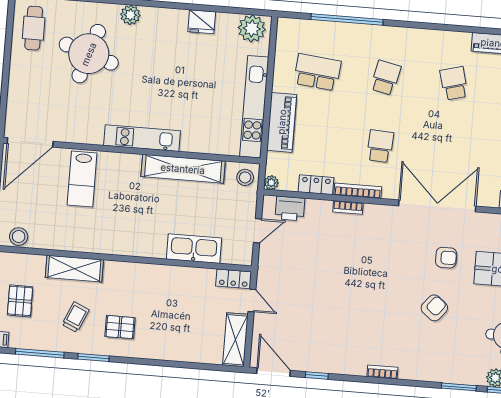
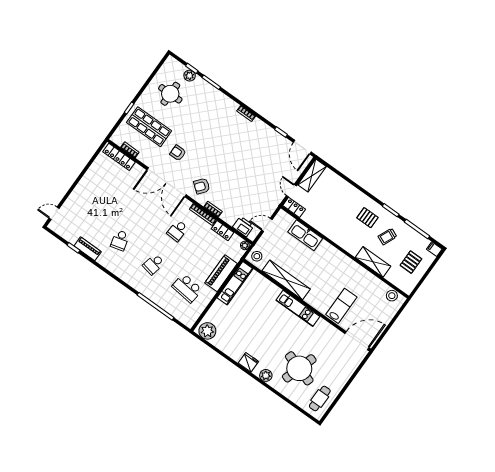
fridge: (202, 22) -> (248, 362), moved
kitchen unit: (254, 107) -> (235, 283), width x0.73
armchair: (434, 308) -> (202, 186), moved

